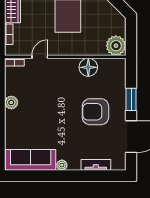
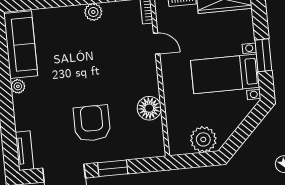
plant: (116, 46) -> (203, 139), moved
tv unit: (96, 165) -> (24, 151), moved

